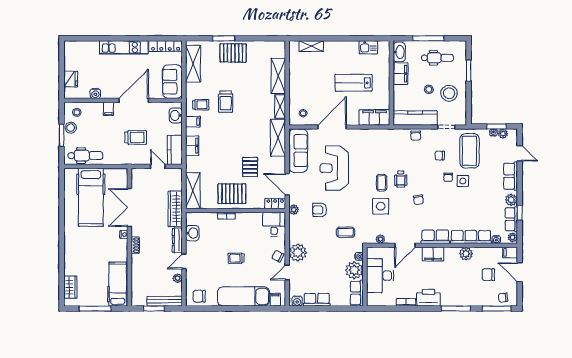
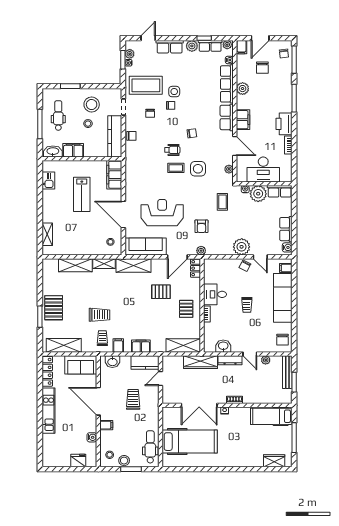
reception desk: (334, 168) -> (162, 213), turned 180
pallet: (232, 194) -> (186, 309), width x0.67, depth x0.71
desk: (274, 224) -> (215, 294), moved

